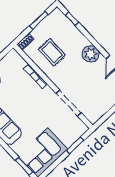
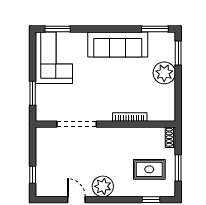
rug: (52, 52) -> (149, 169), moved

